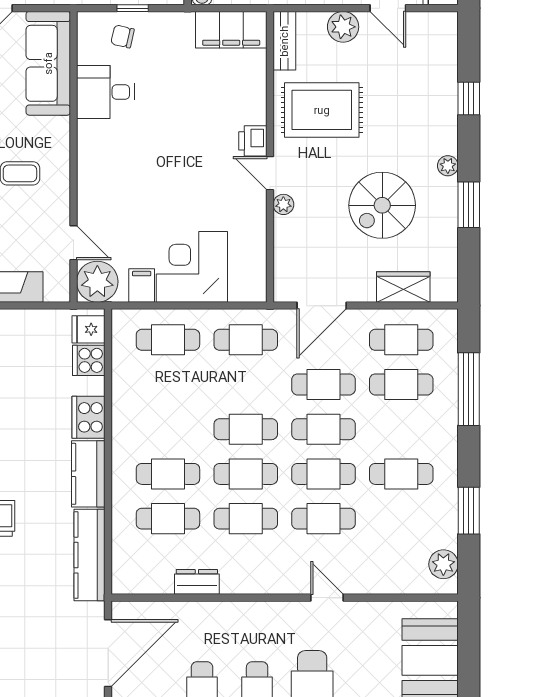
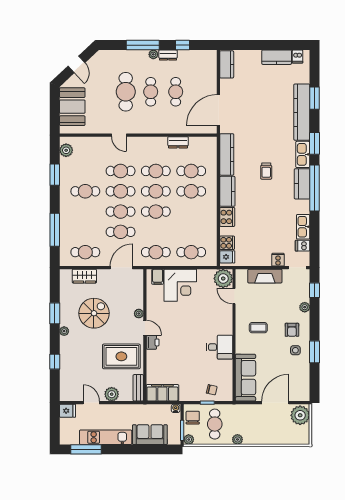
desk: (105, 92) -> (220, 347), moved
filing cabinet: (142, 285) -> (158, 277), moved
cafe table: (401, 384) -> (85, 232), removed

